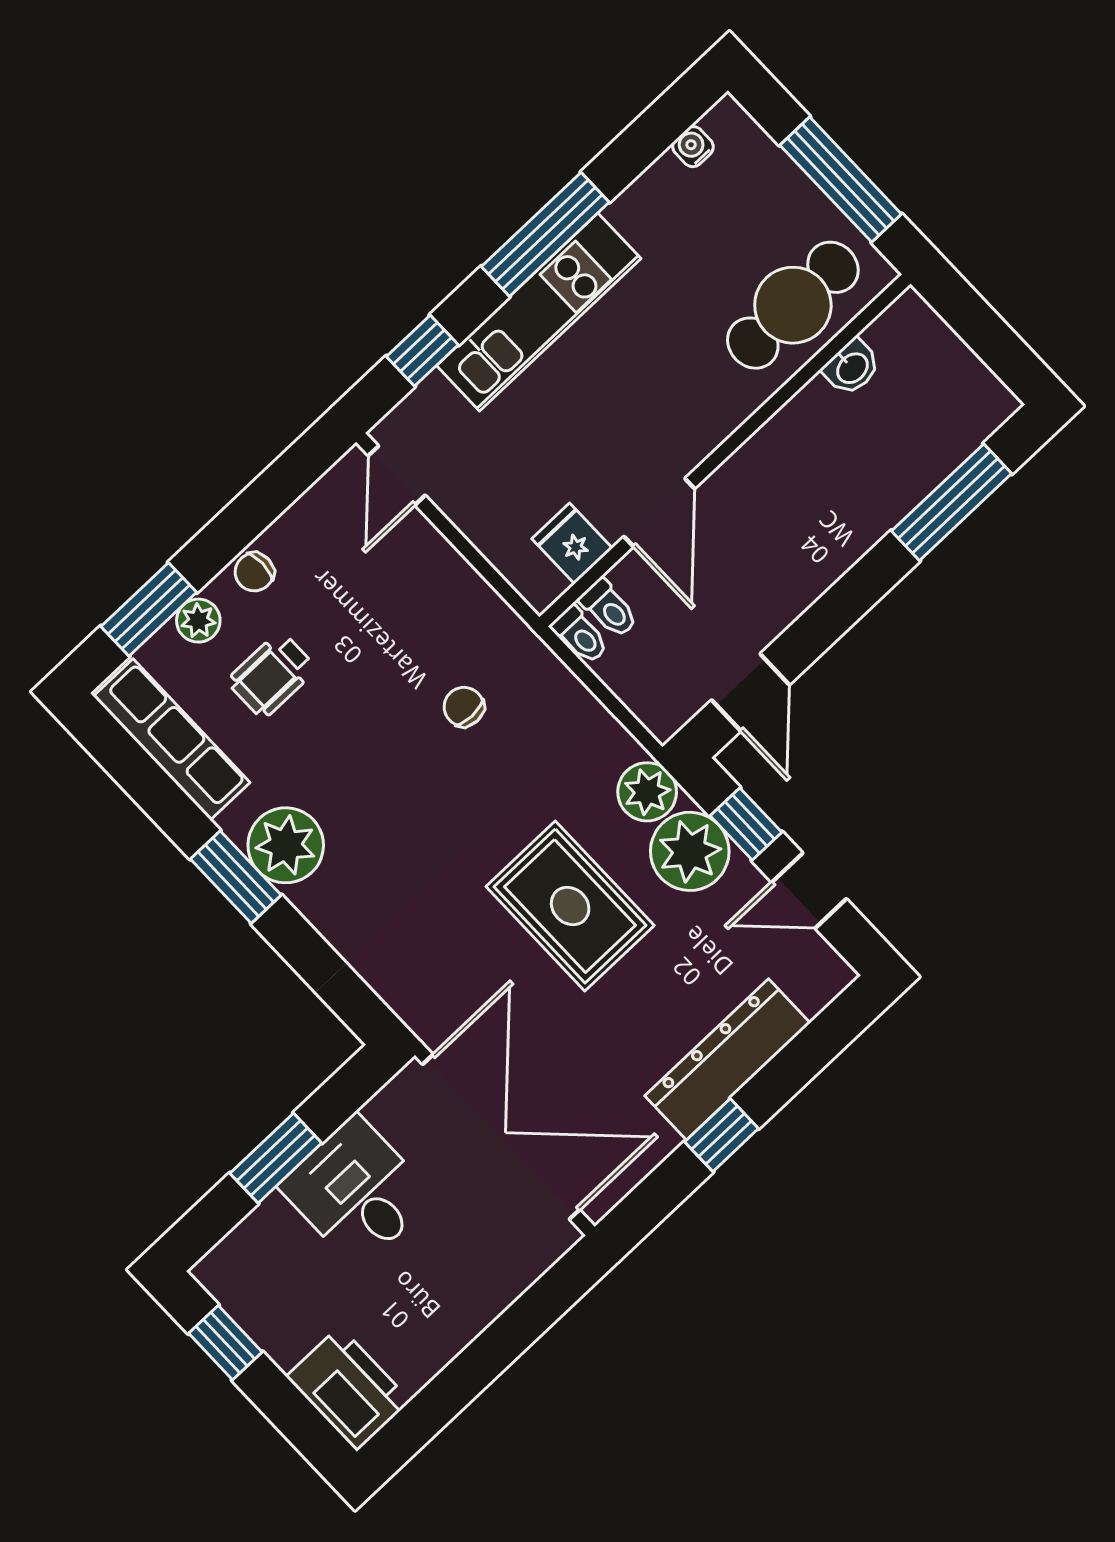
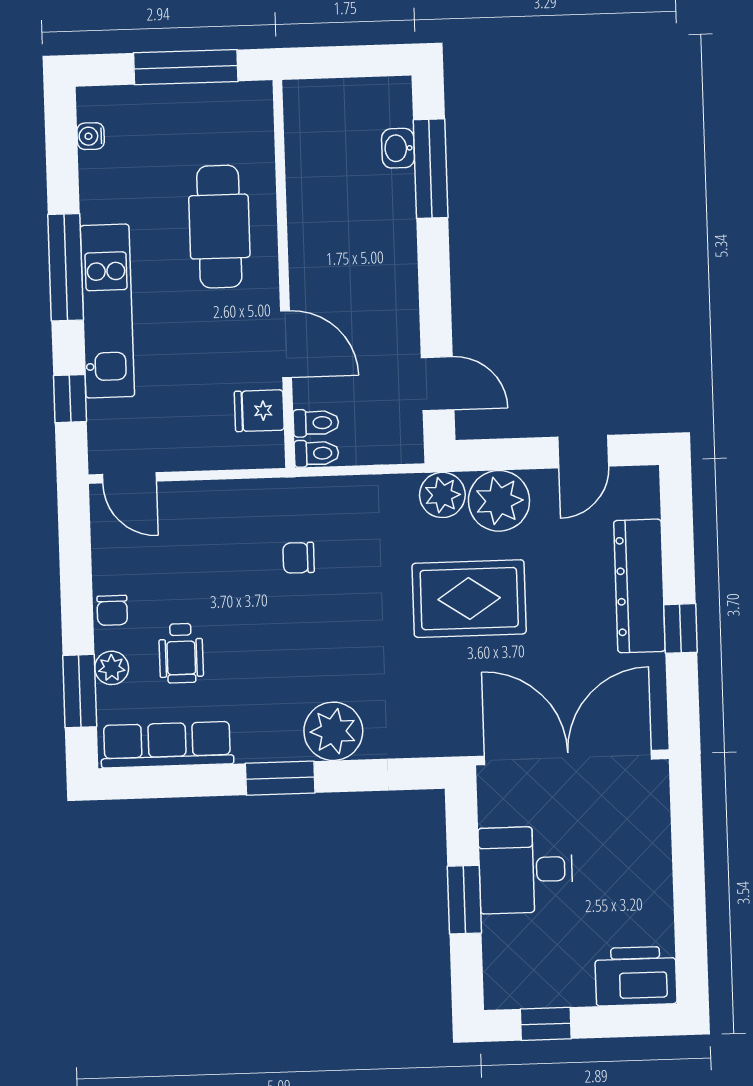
cafe table: (793, 305) -> (219, 227), moved
washbasin: (852, 367) -> (398, 148), moved, turned 180
window: (746, 824) -> (512, 454), removed
plant: (286, 845) -> (333, 731), moved

